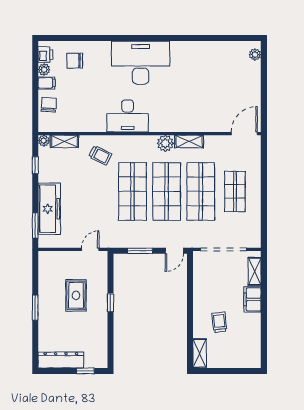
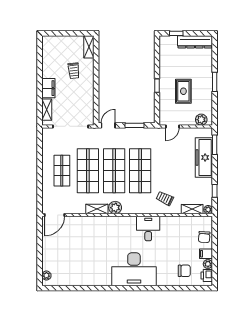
desk: (128, 116) -> (148, 229), width x0.73
plant: (53, 258) -> (201, 120), added

